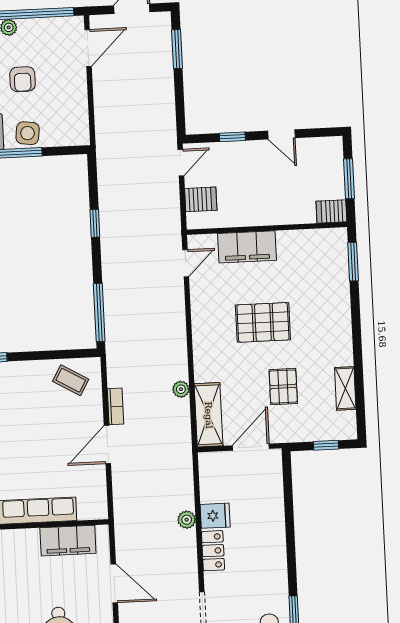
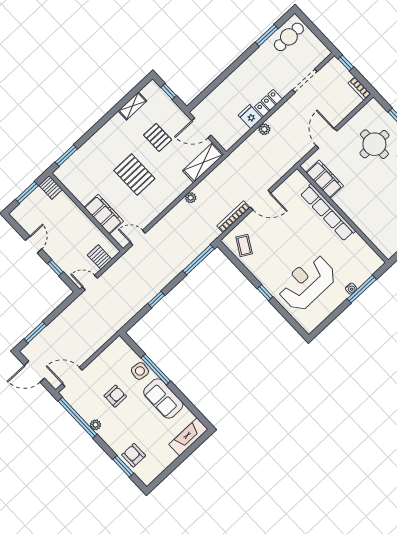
pallet: (283, 387) -> (158, 137), turned 90
plant: (181, 389) -> (191, 198), moved
bookcase: (115, 406) -> (233, 217), width x1.56

